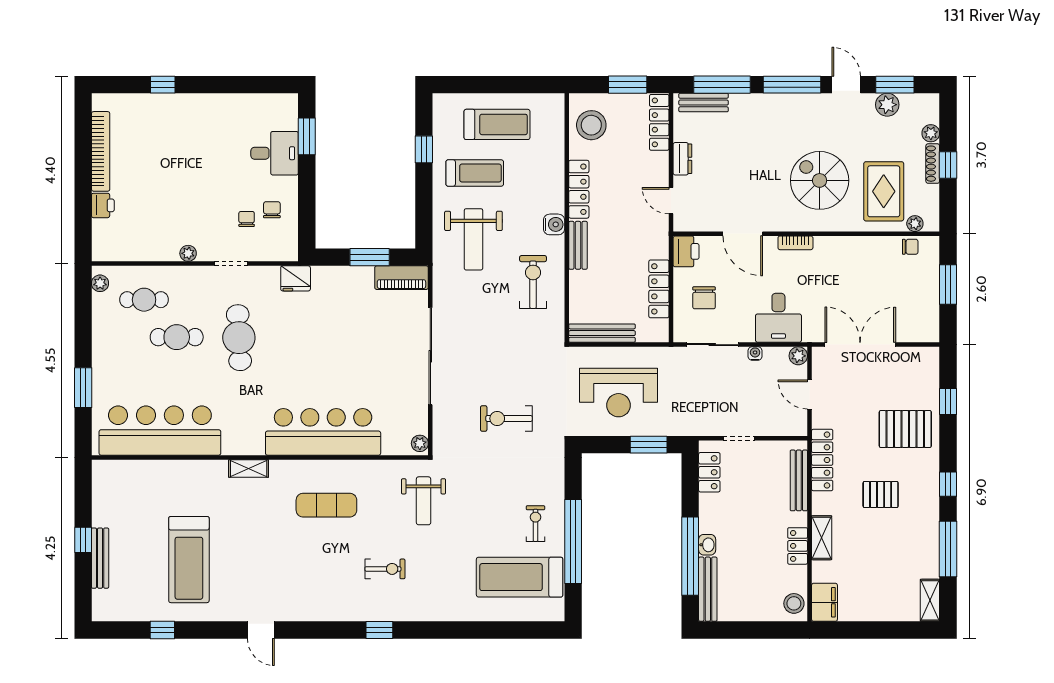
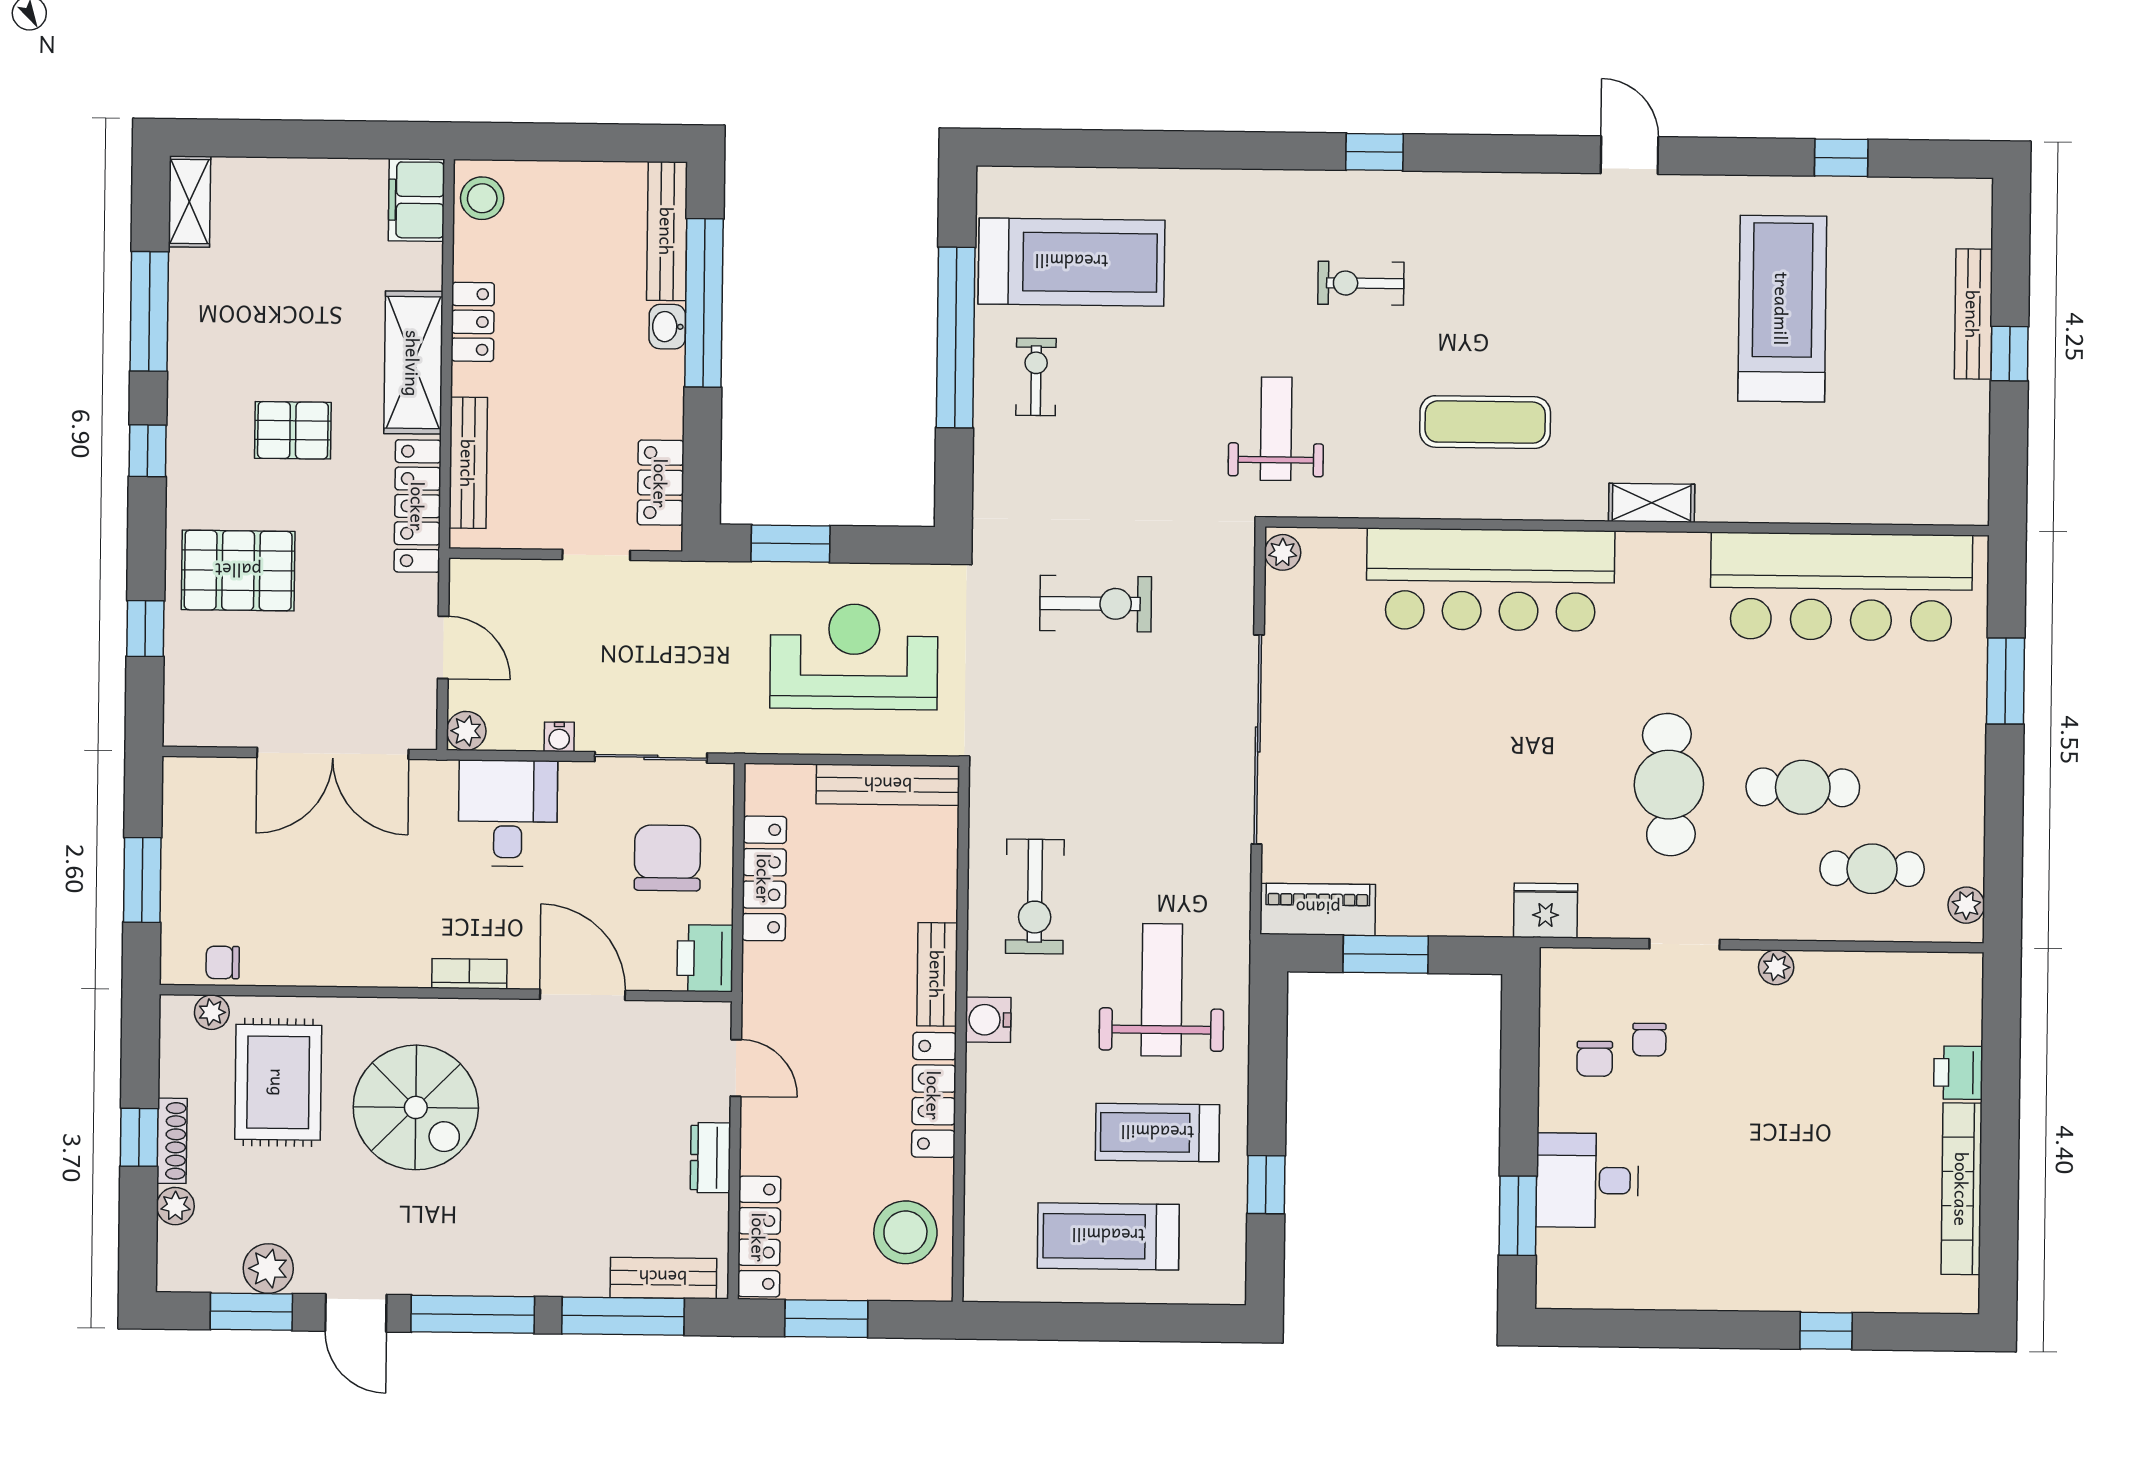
chair: (704, 298) -> (667, 858), width x1.37, depth x1.37
exercise bike: (535, 524) -> (1036, 377), turned 180
shelving: (822, 538) -> (413, 363), width x1.50, depth x1.33

